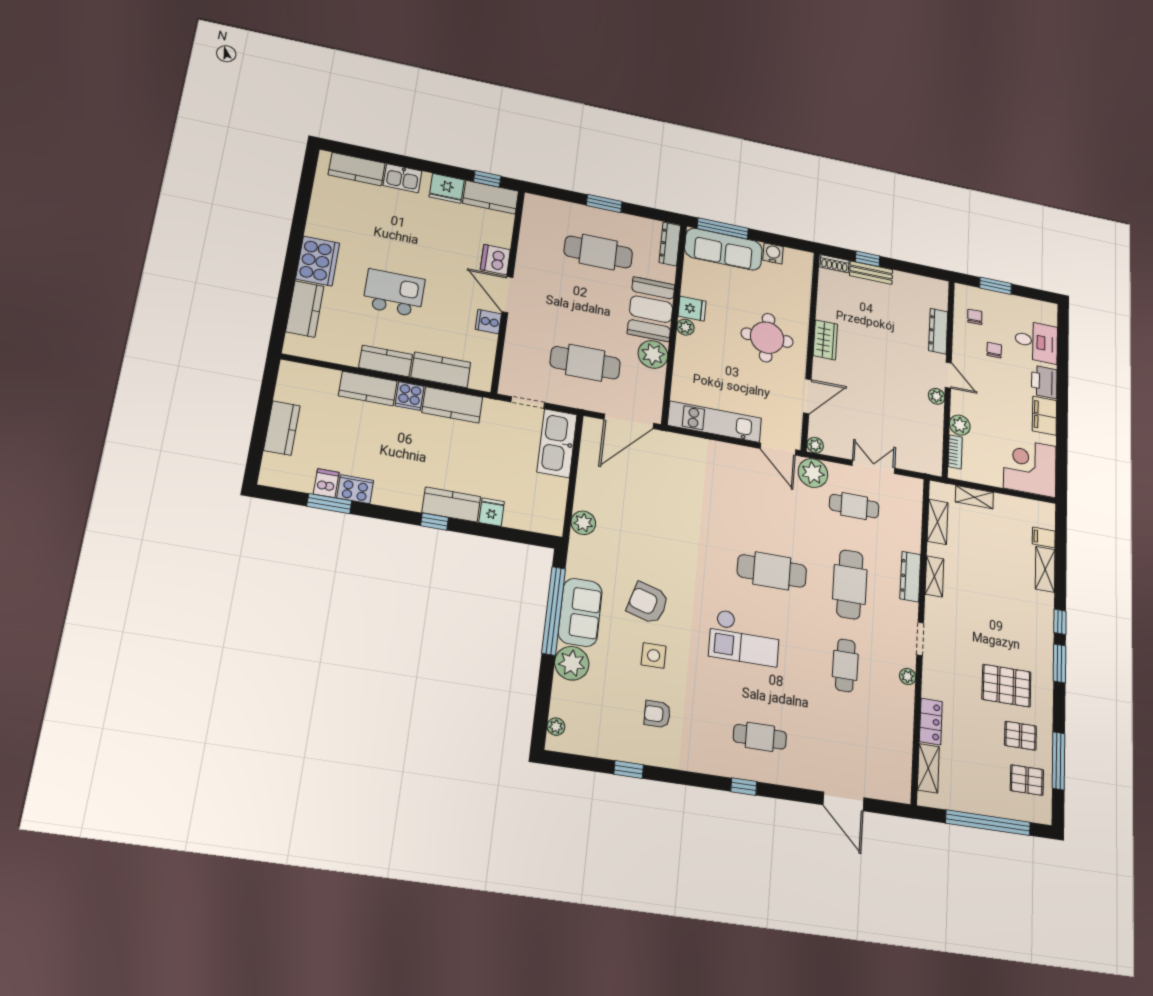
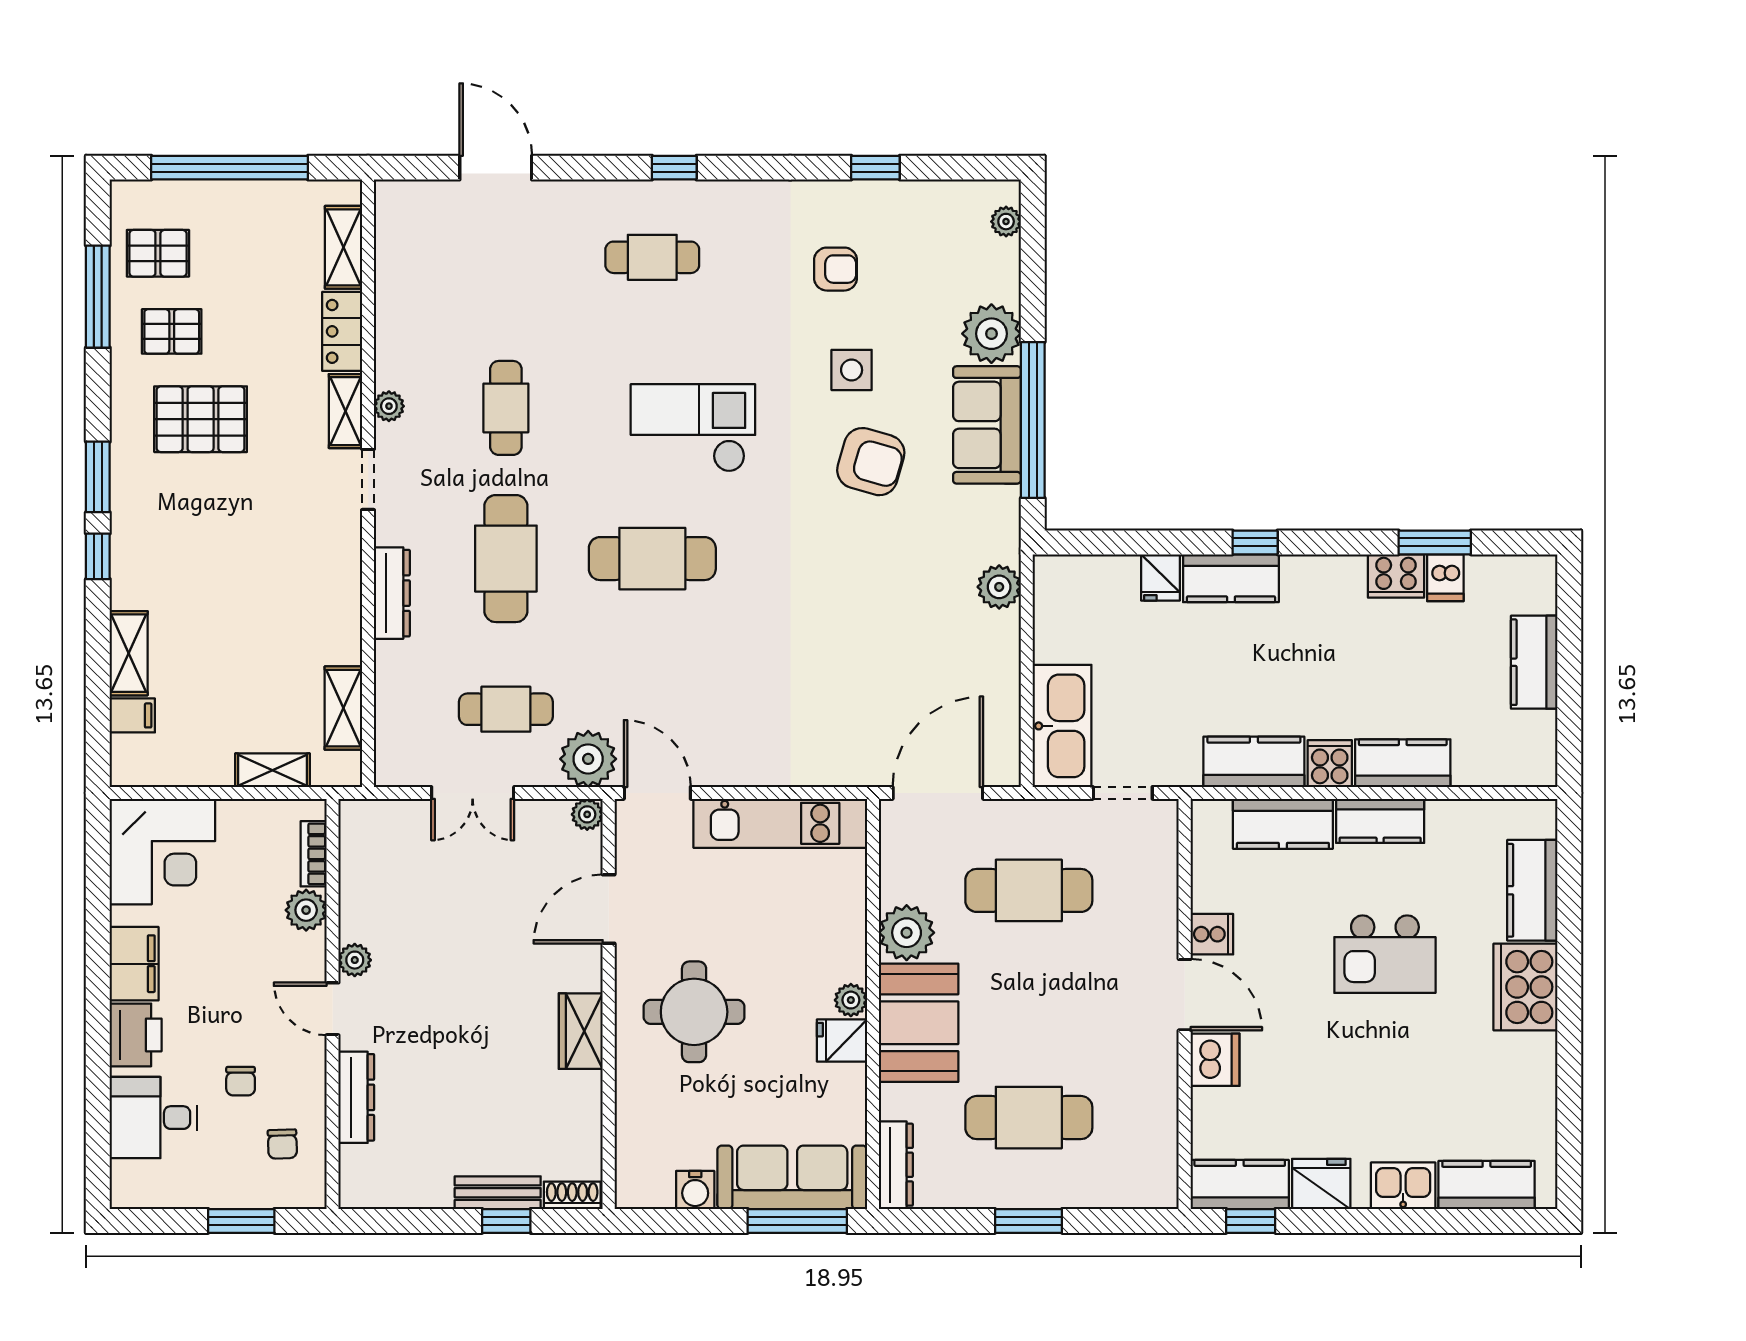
shelving: (934, 576) -> (345, 411), moved

